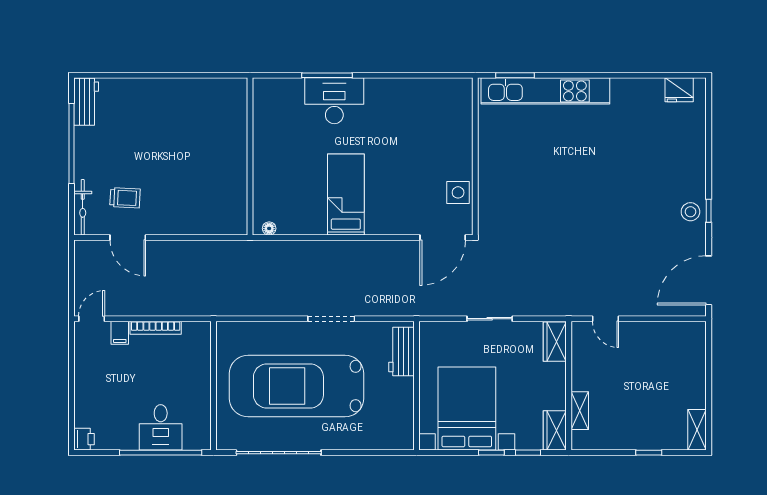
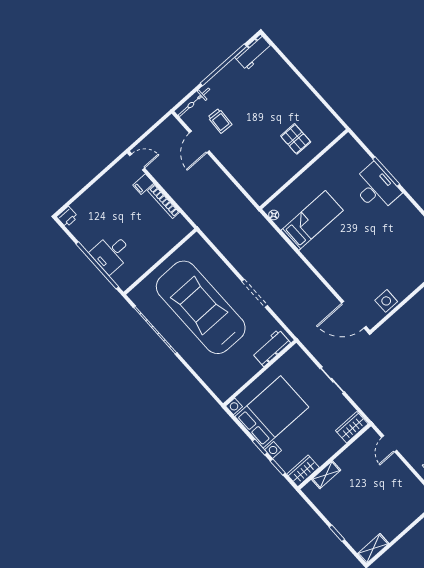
pallet: (212, 137) -> (296, 139), added
bed: (346, 195) -> (312, 220), moved

